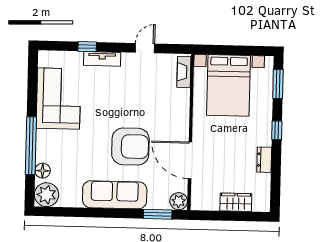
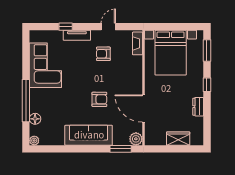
armchair: (137, 85) -> (103, 54), added
armchair: (130, 146) -> (99, 99), width x0.53, depth x0.53
plant: (46, 195) -> (34, 141), width x0.53, depth x0.53

